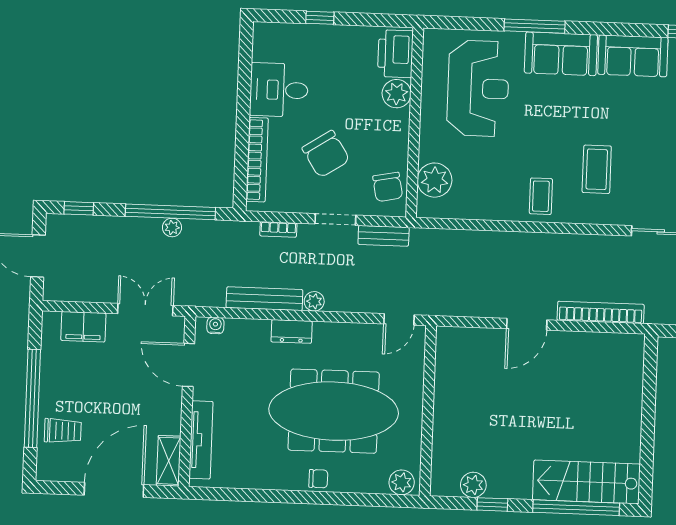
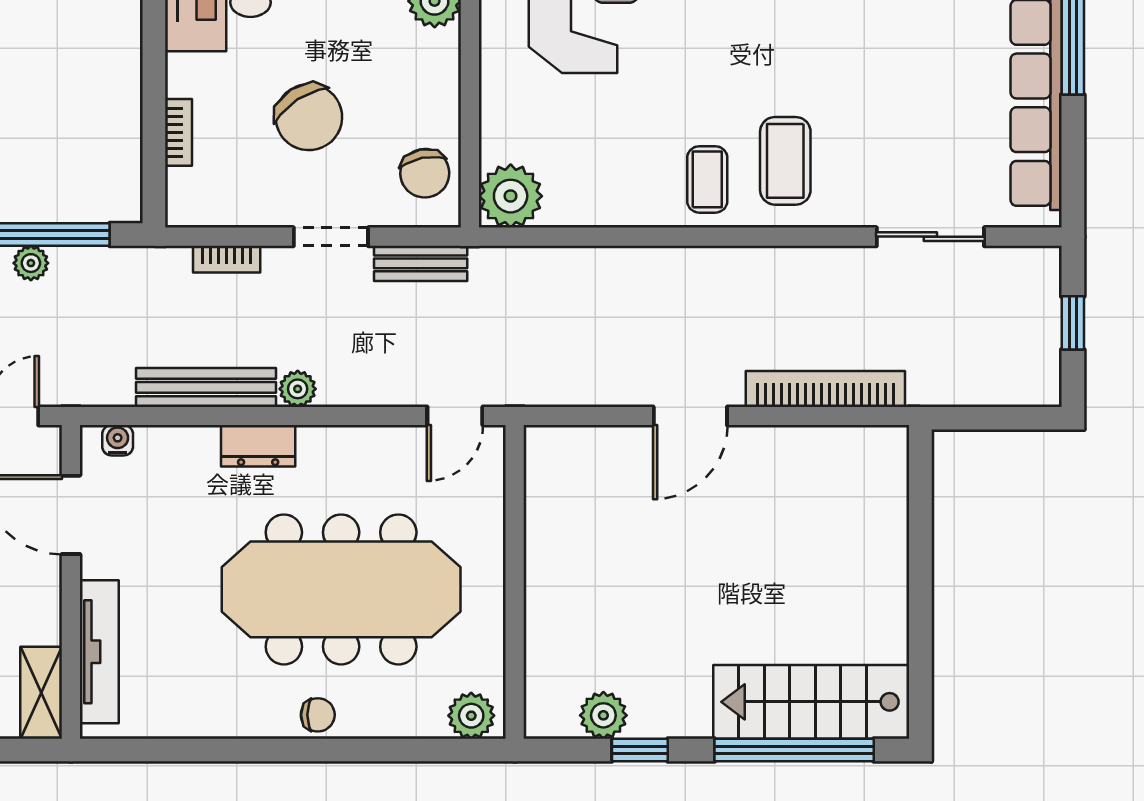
bookcase: (257, 160) -> (178, 132), width x0.43, depth x0.76
coffee table: (597, 169) -> (785, 161), moved
plant: (435, 180) -> (511, 196), moved

